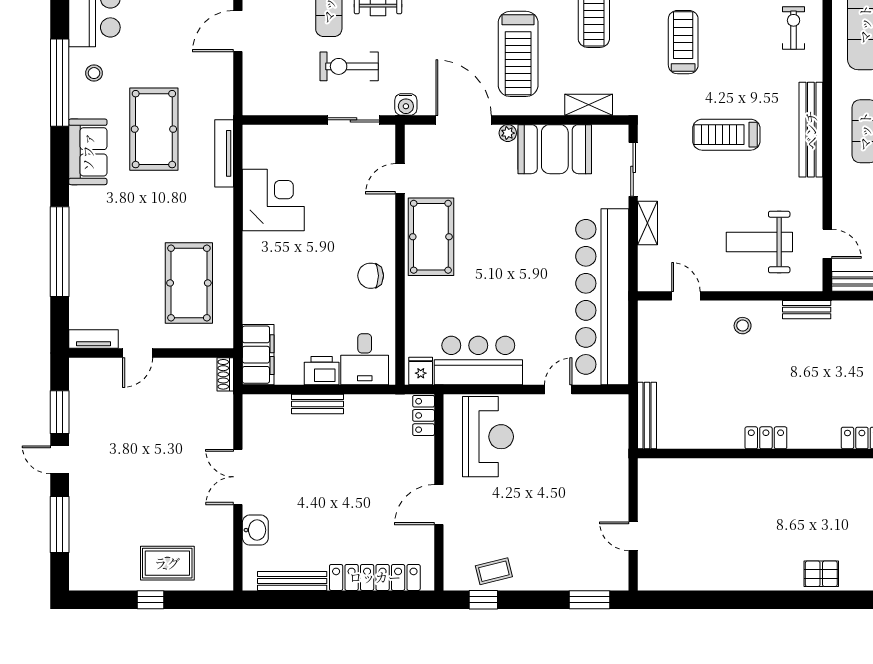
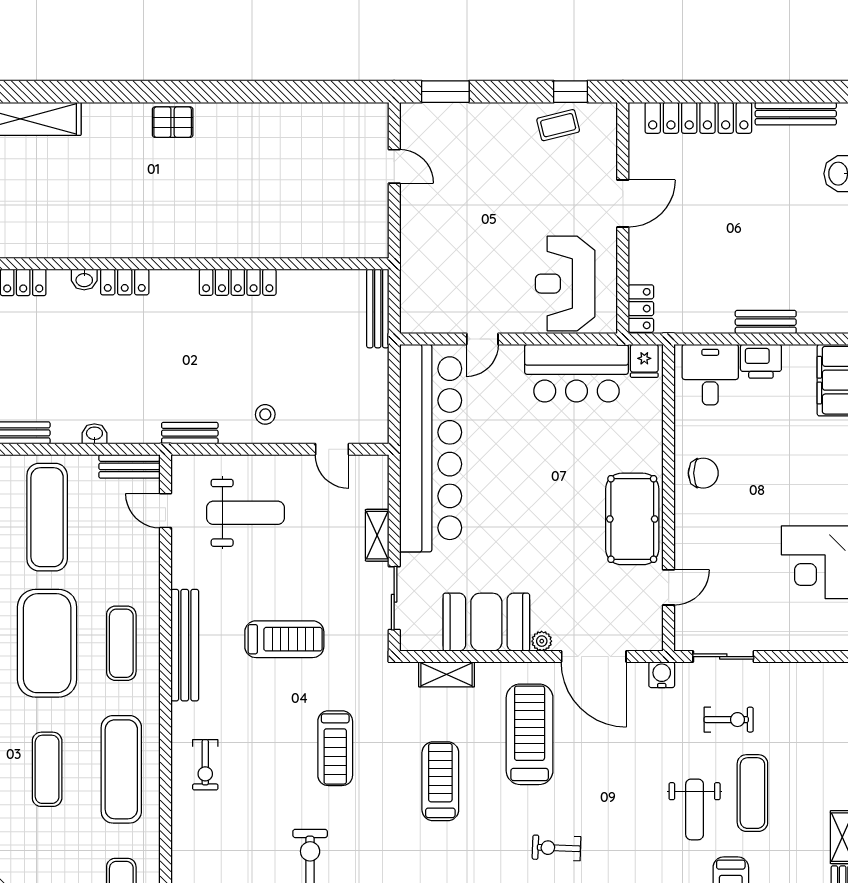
exercise bike: (349, 66) -> (729, 720), width x0.73, depth x0.72
locker: (766, 438) -> (238, 282), width x1.53

